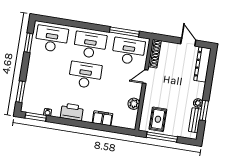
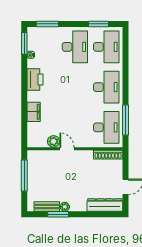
desk: (85, 75) -> (75, 47), moved
door: (145, 77) -> (67, 149), moved
rug: (158, 119) -> (42, 169), removed

